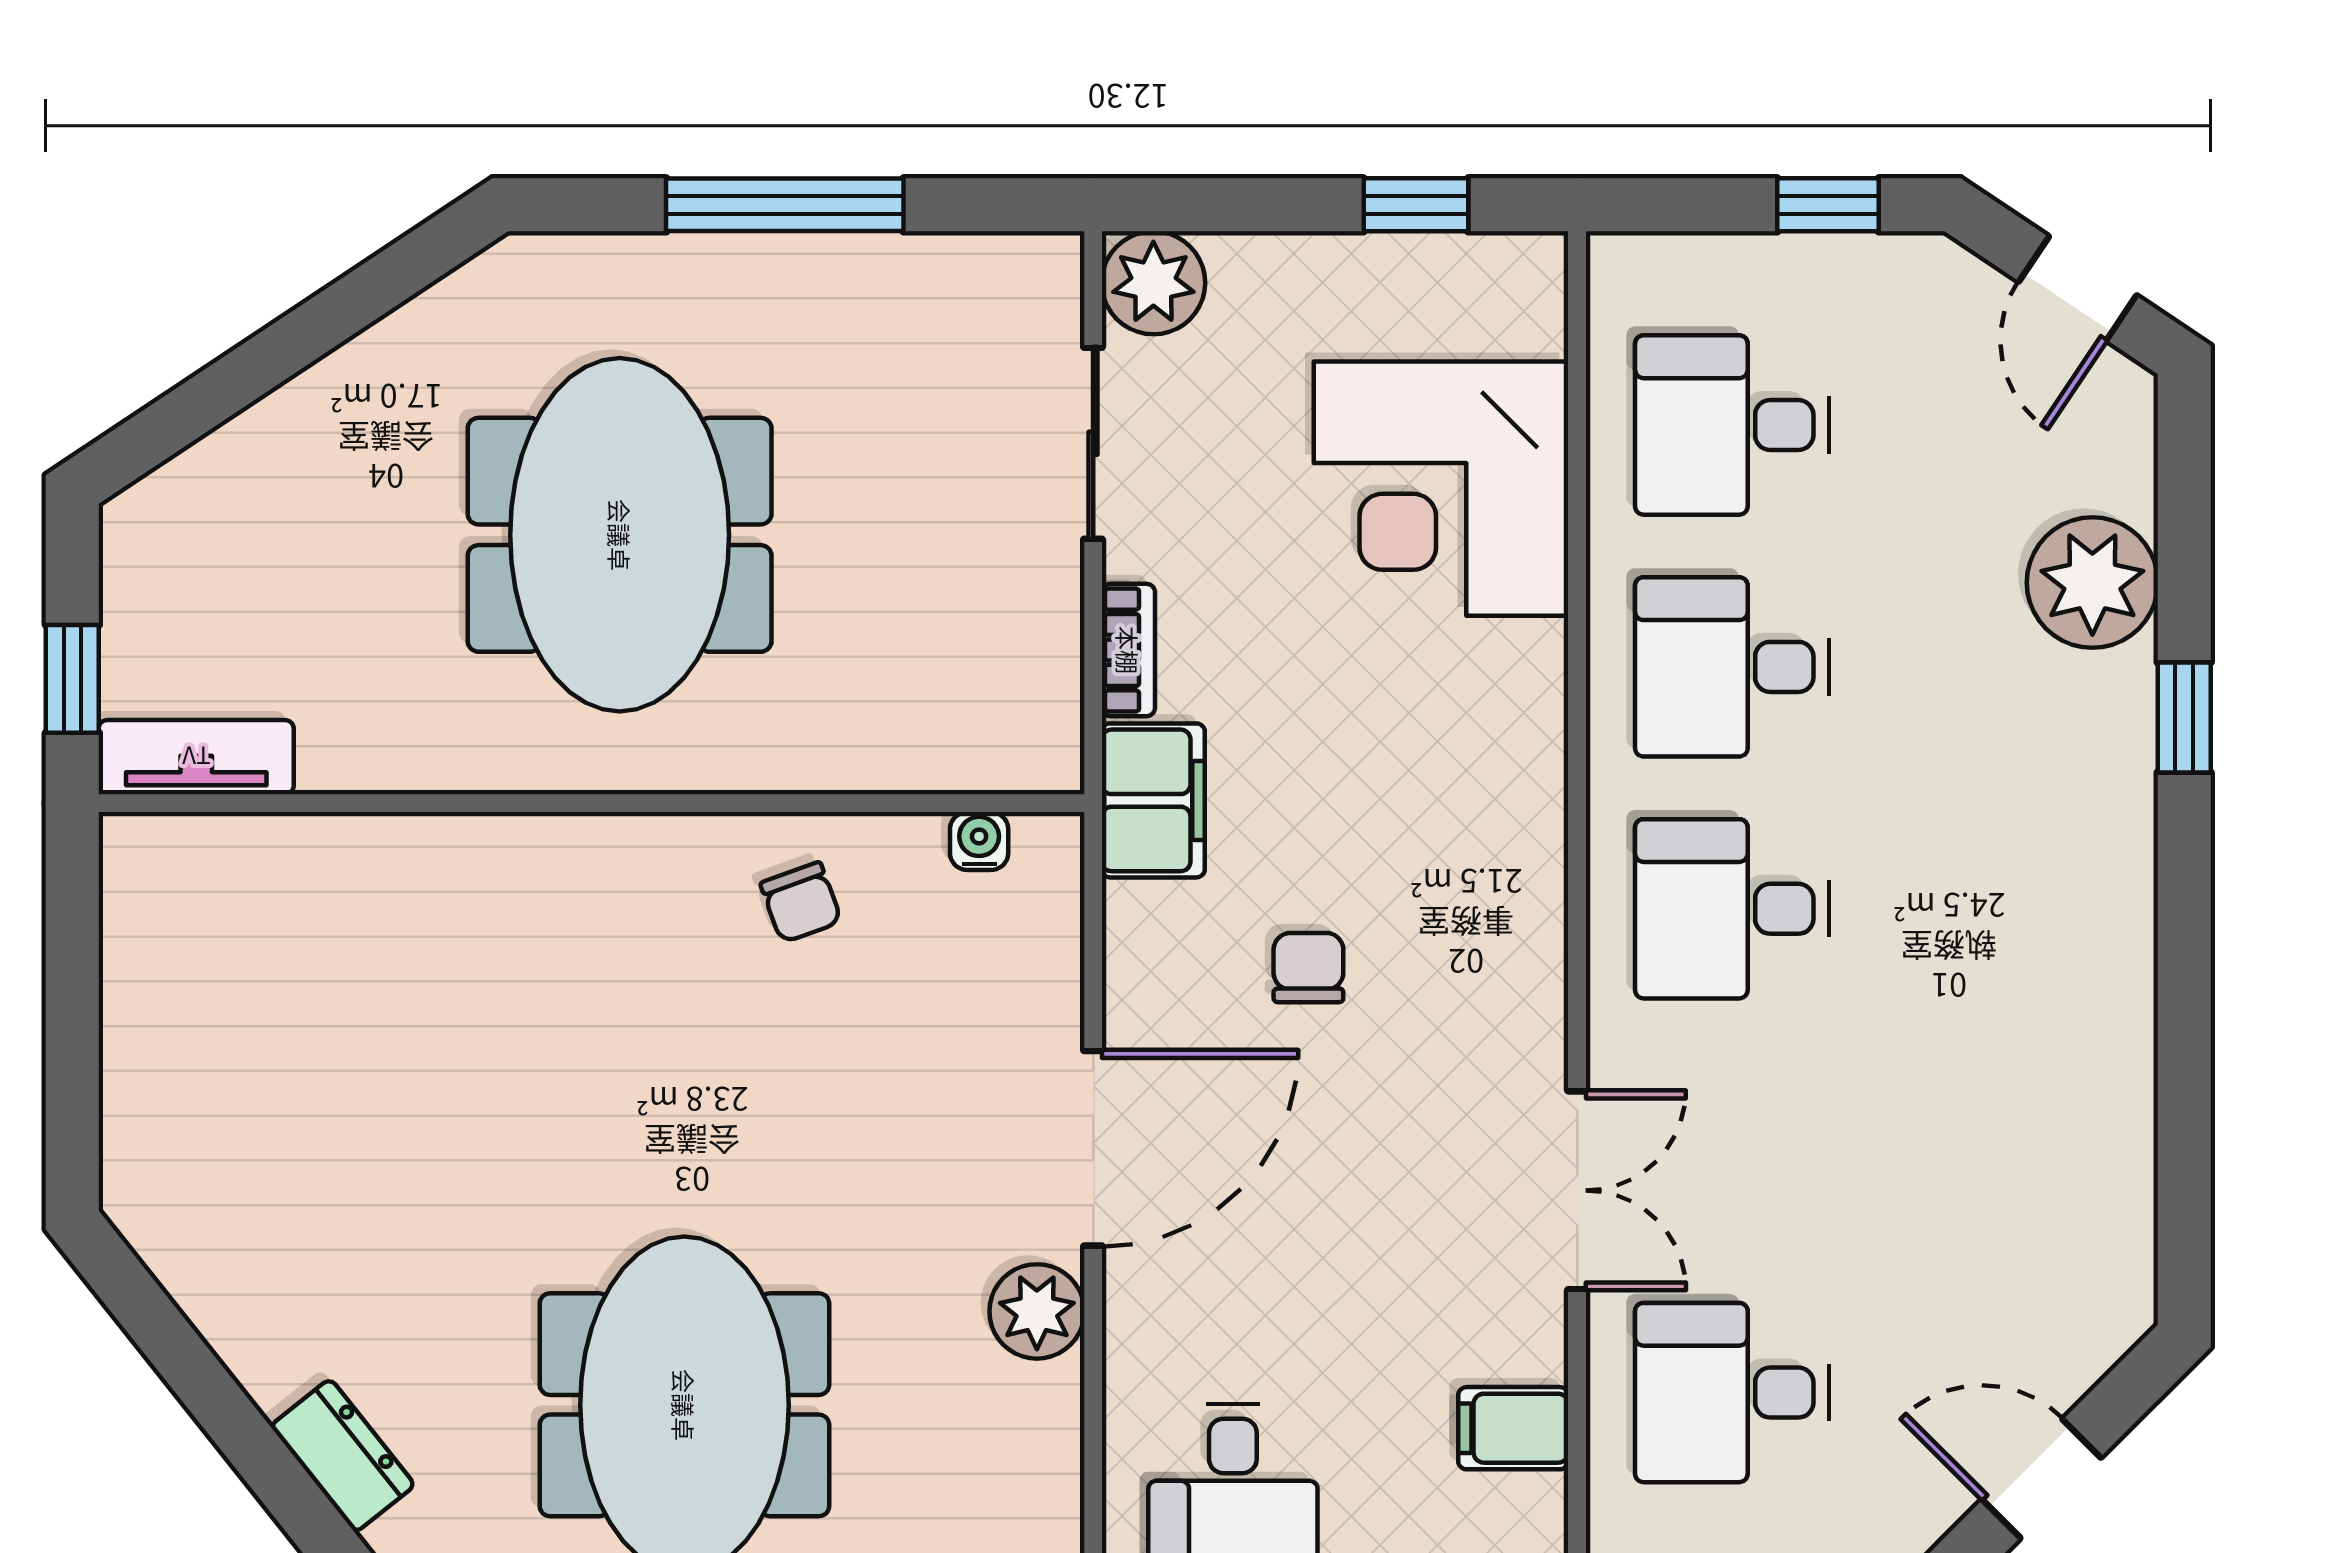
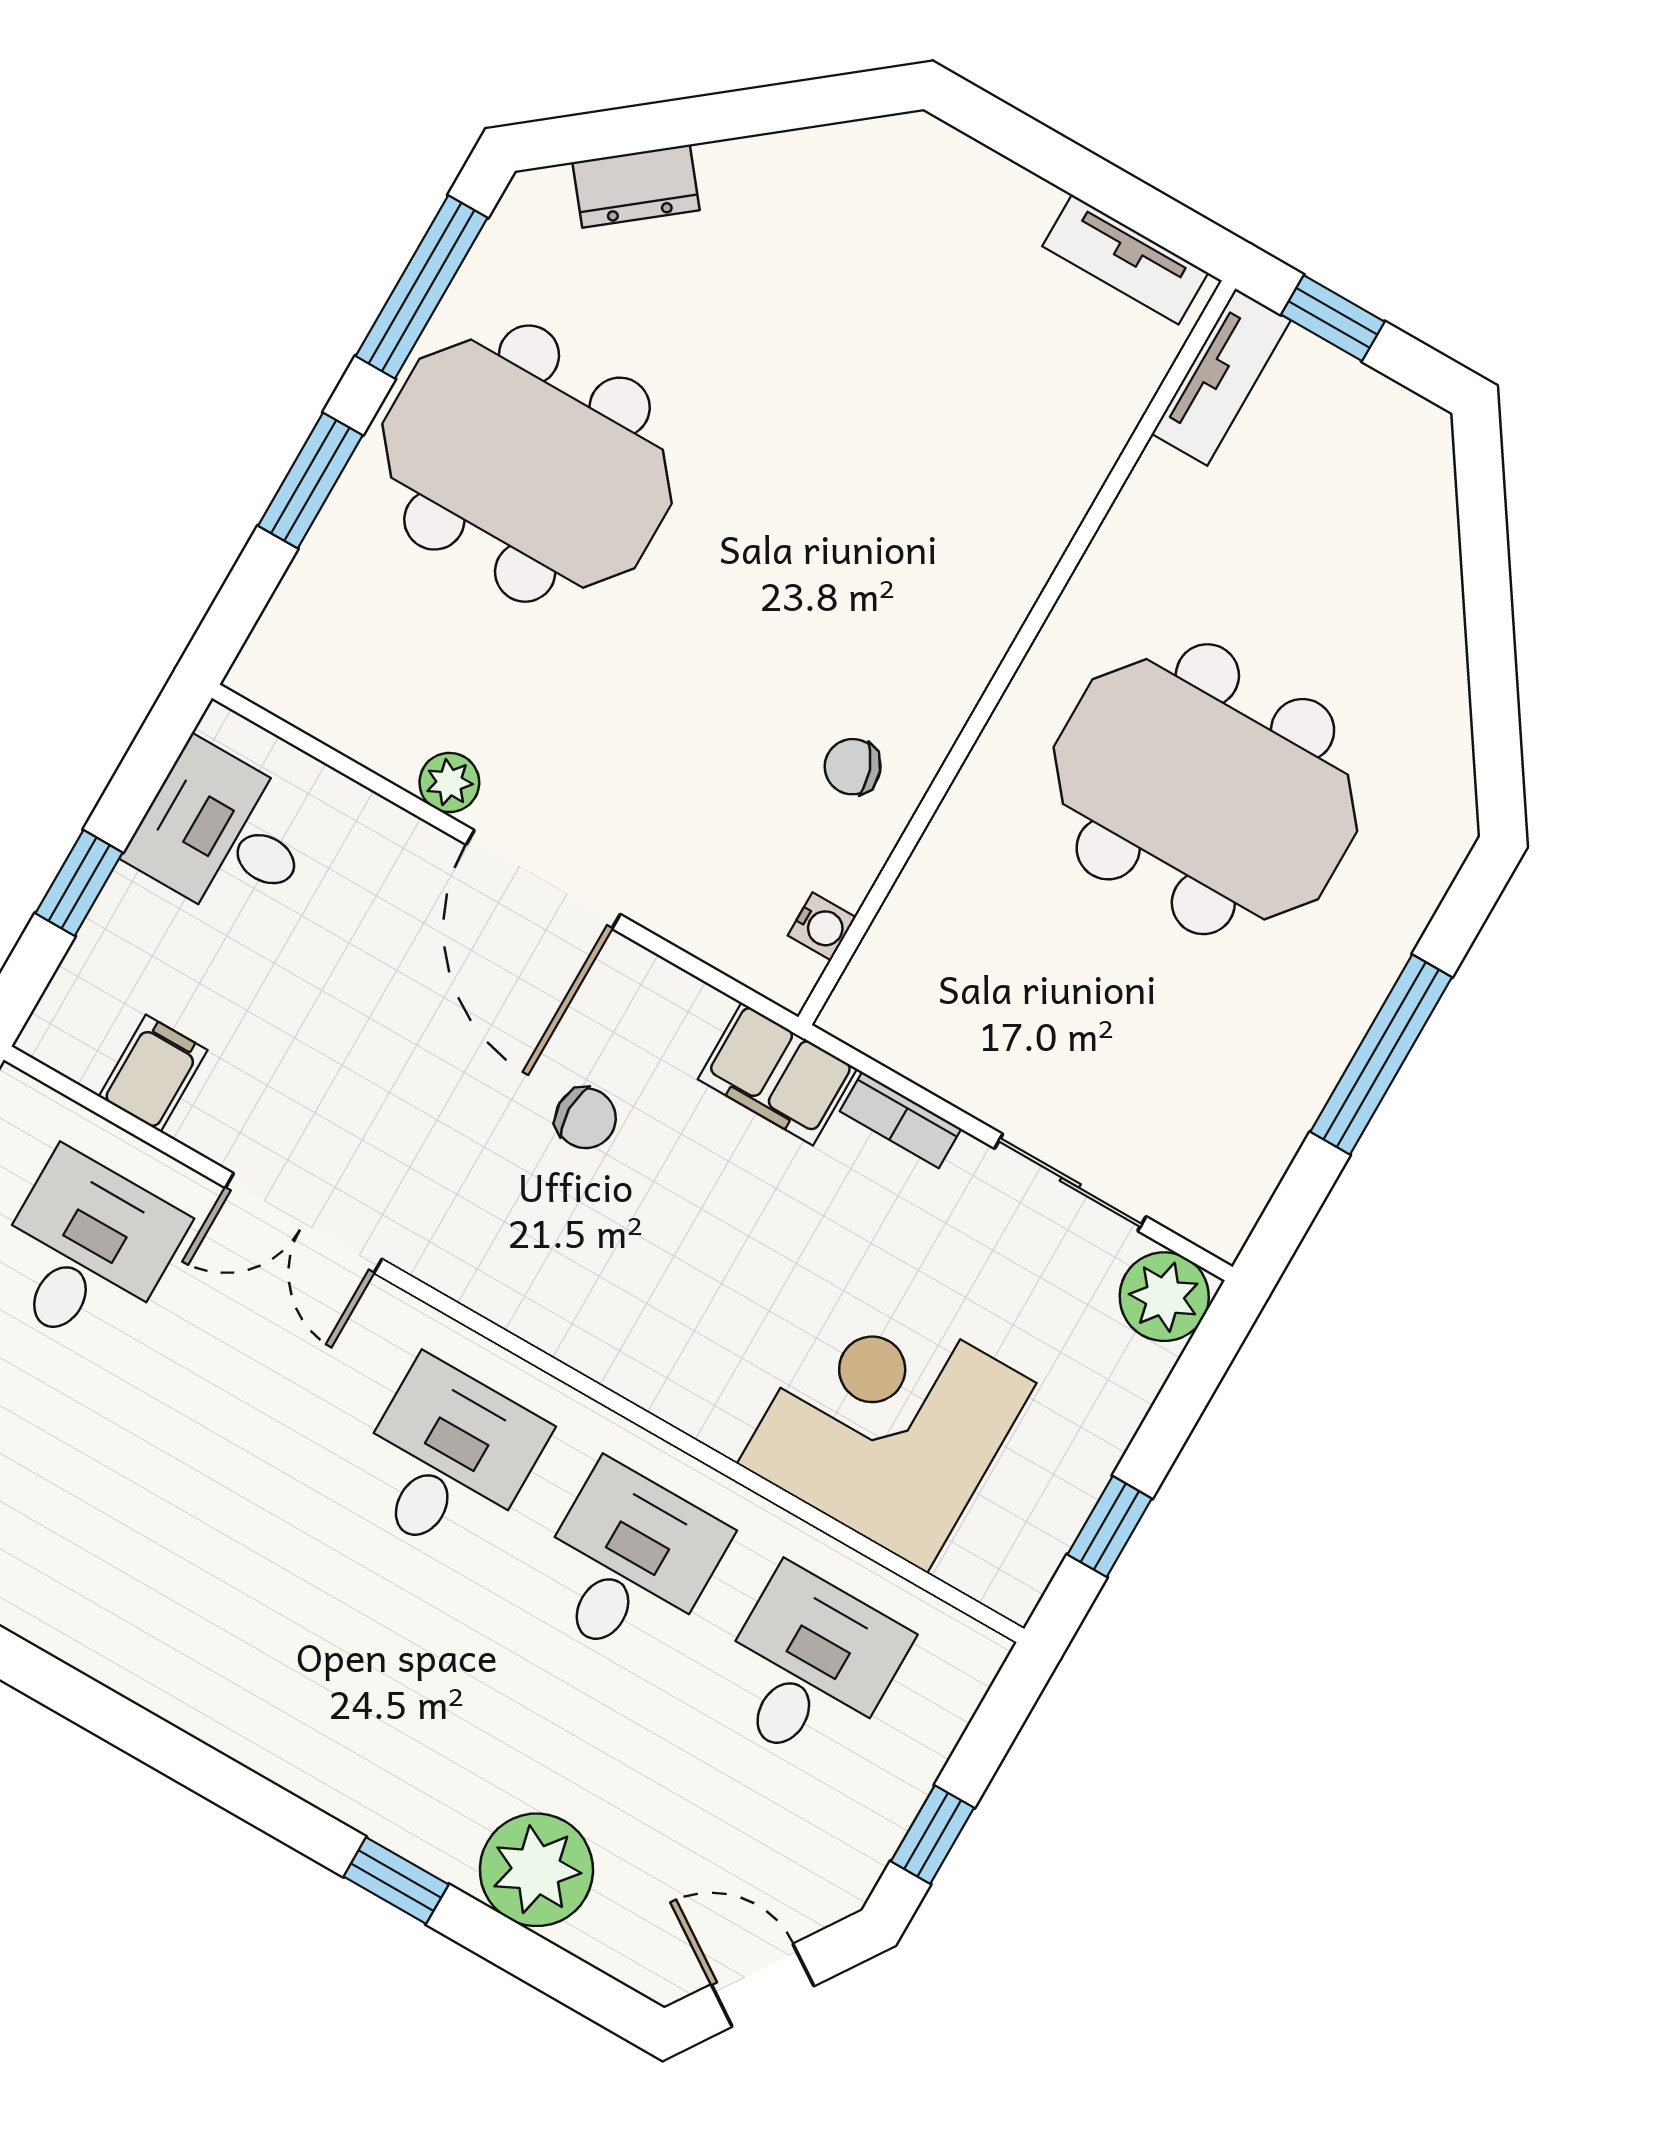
tv unit: (134, 921) -> (1125, 259), added
plant: (1037, 1311) -> (449, 782), width x0.73, depth x0.73

